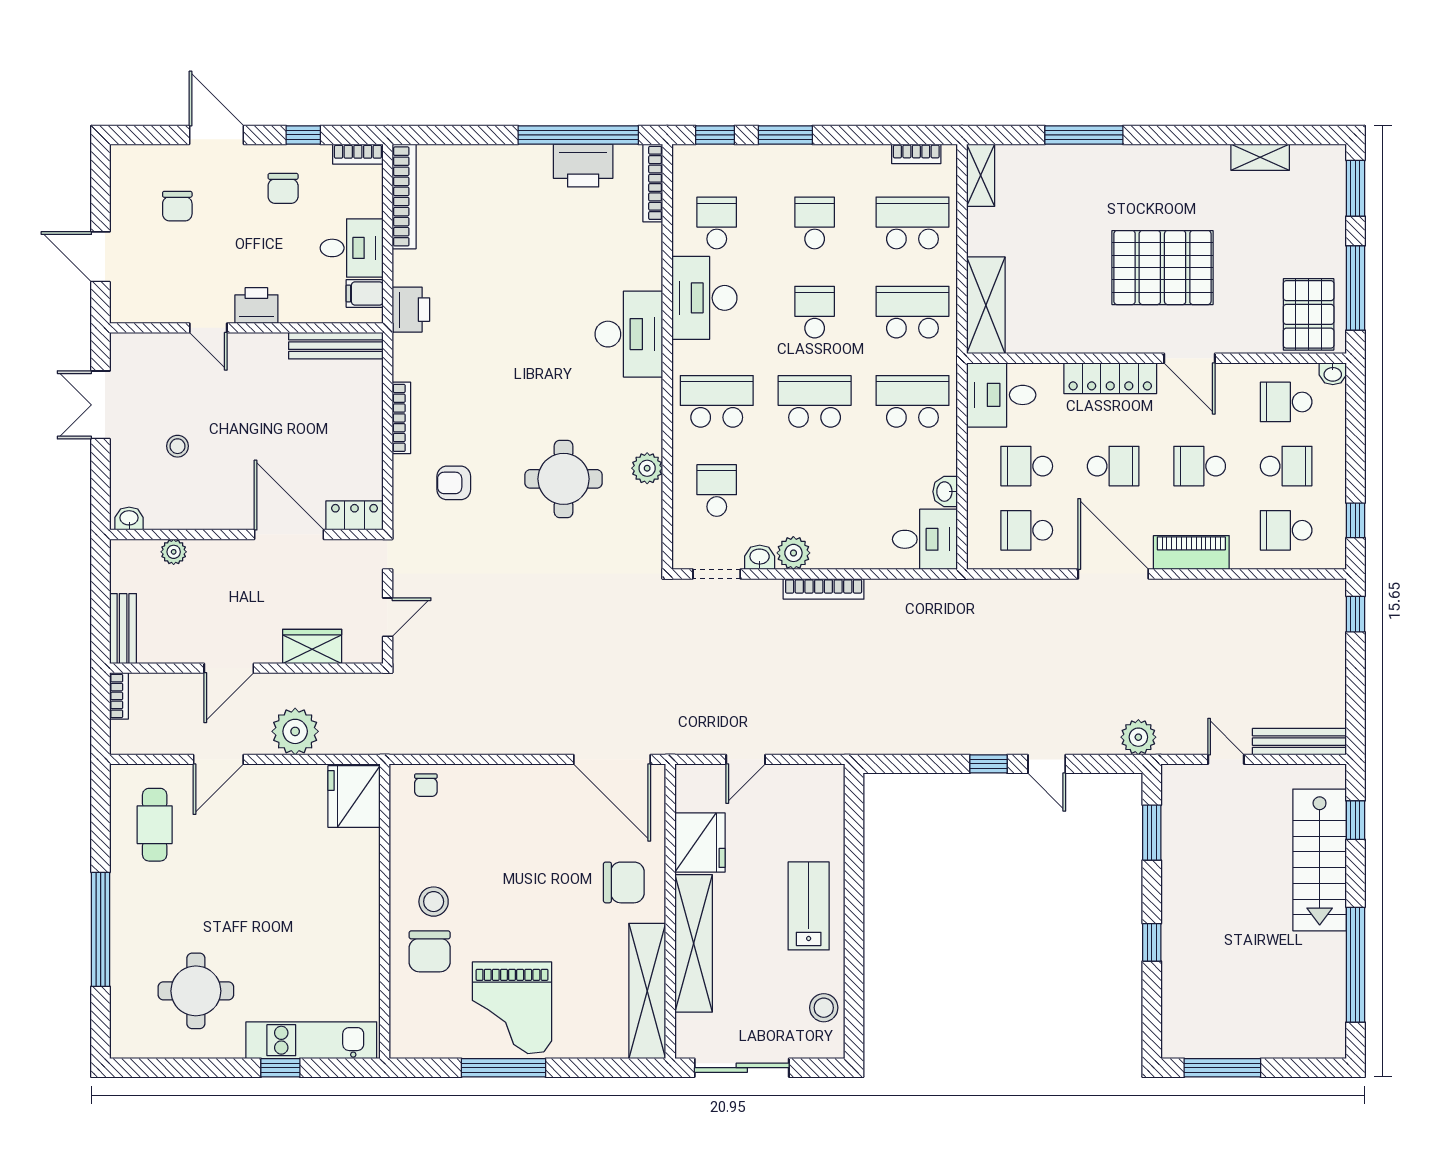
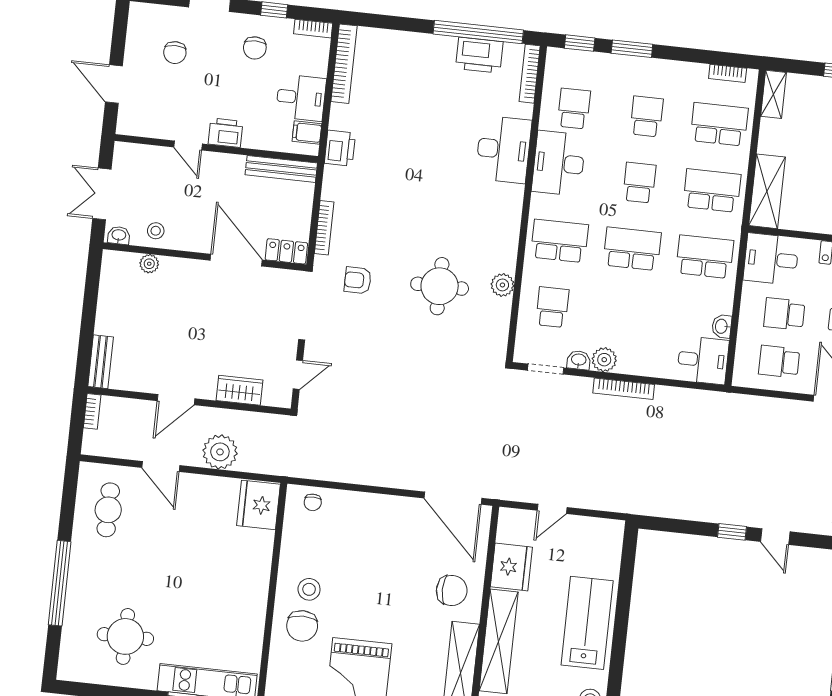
desk: (629, 334) -> (503, 149), moved
locker: (355, 515) -> (286, 251), moved
washbasin: (129, 518) -> (119, 235), moved
wall: (246, 534) -> (205, 257), moved
door: (289, 534) -> (236, 260), moved
plant: (174, 552) -> (149, 264), moved
door: (218, 759) -> (161, 466), hinge flipped
lab bench: (809, 906) -> (587, 623), width x1.36, depth x1.39

